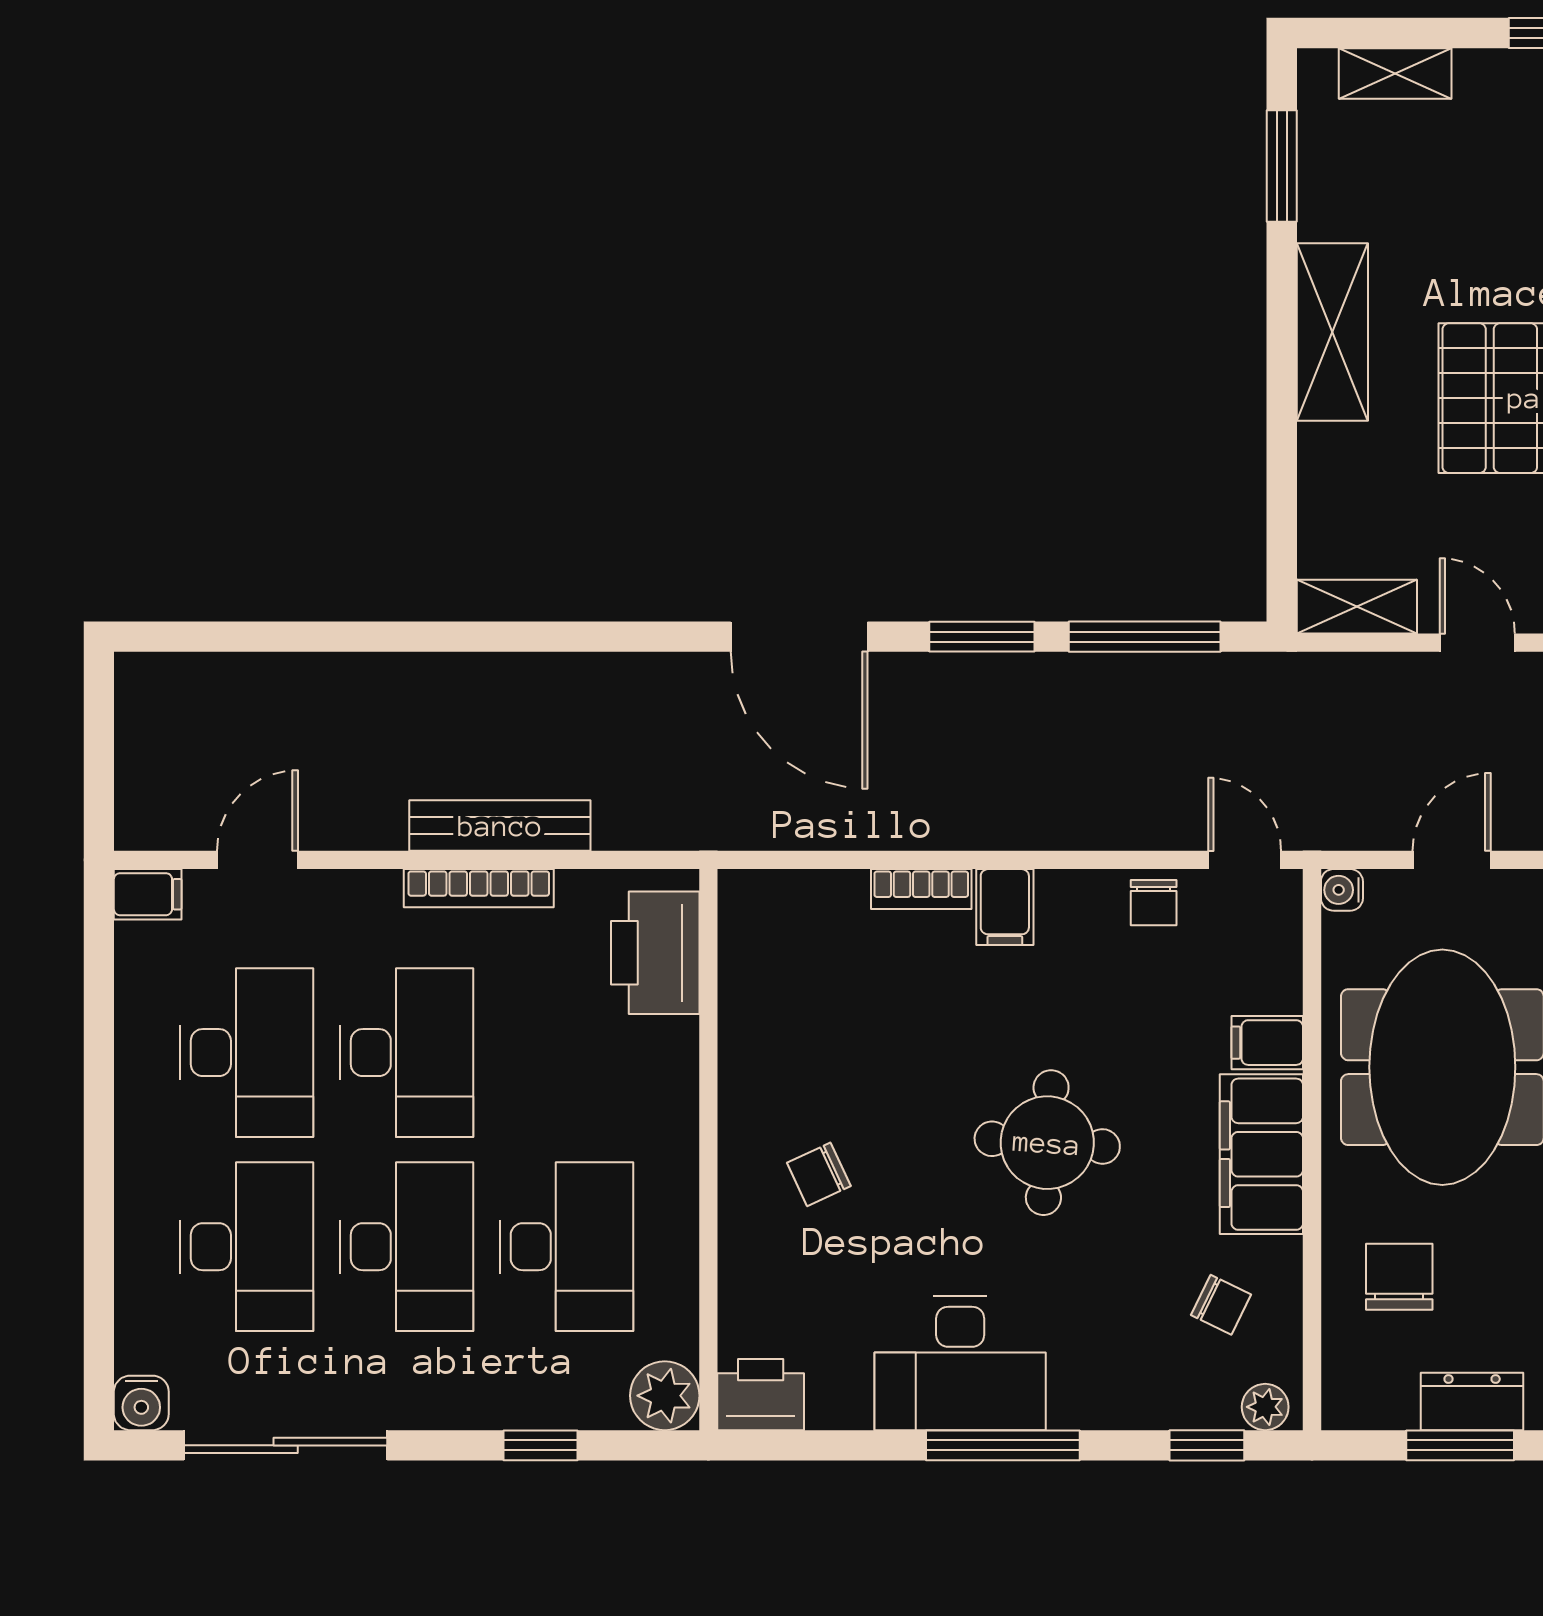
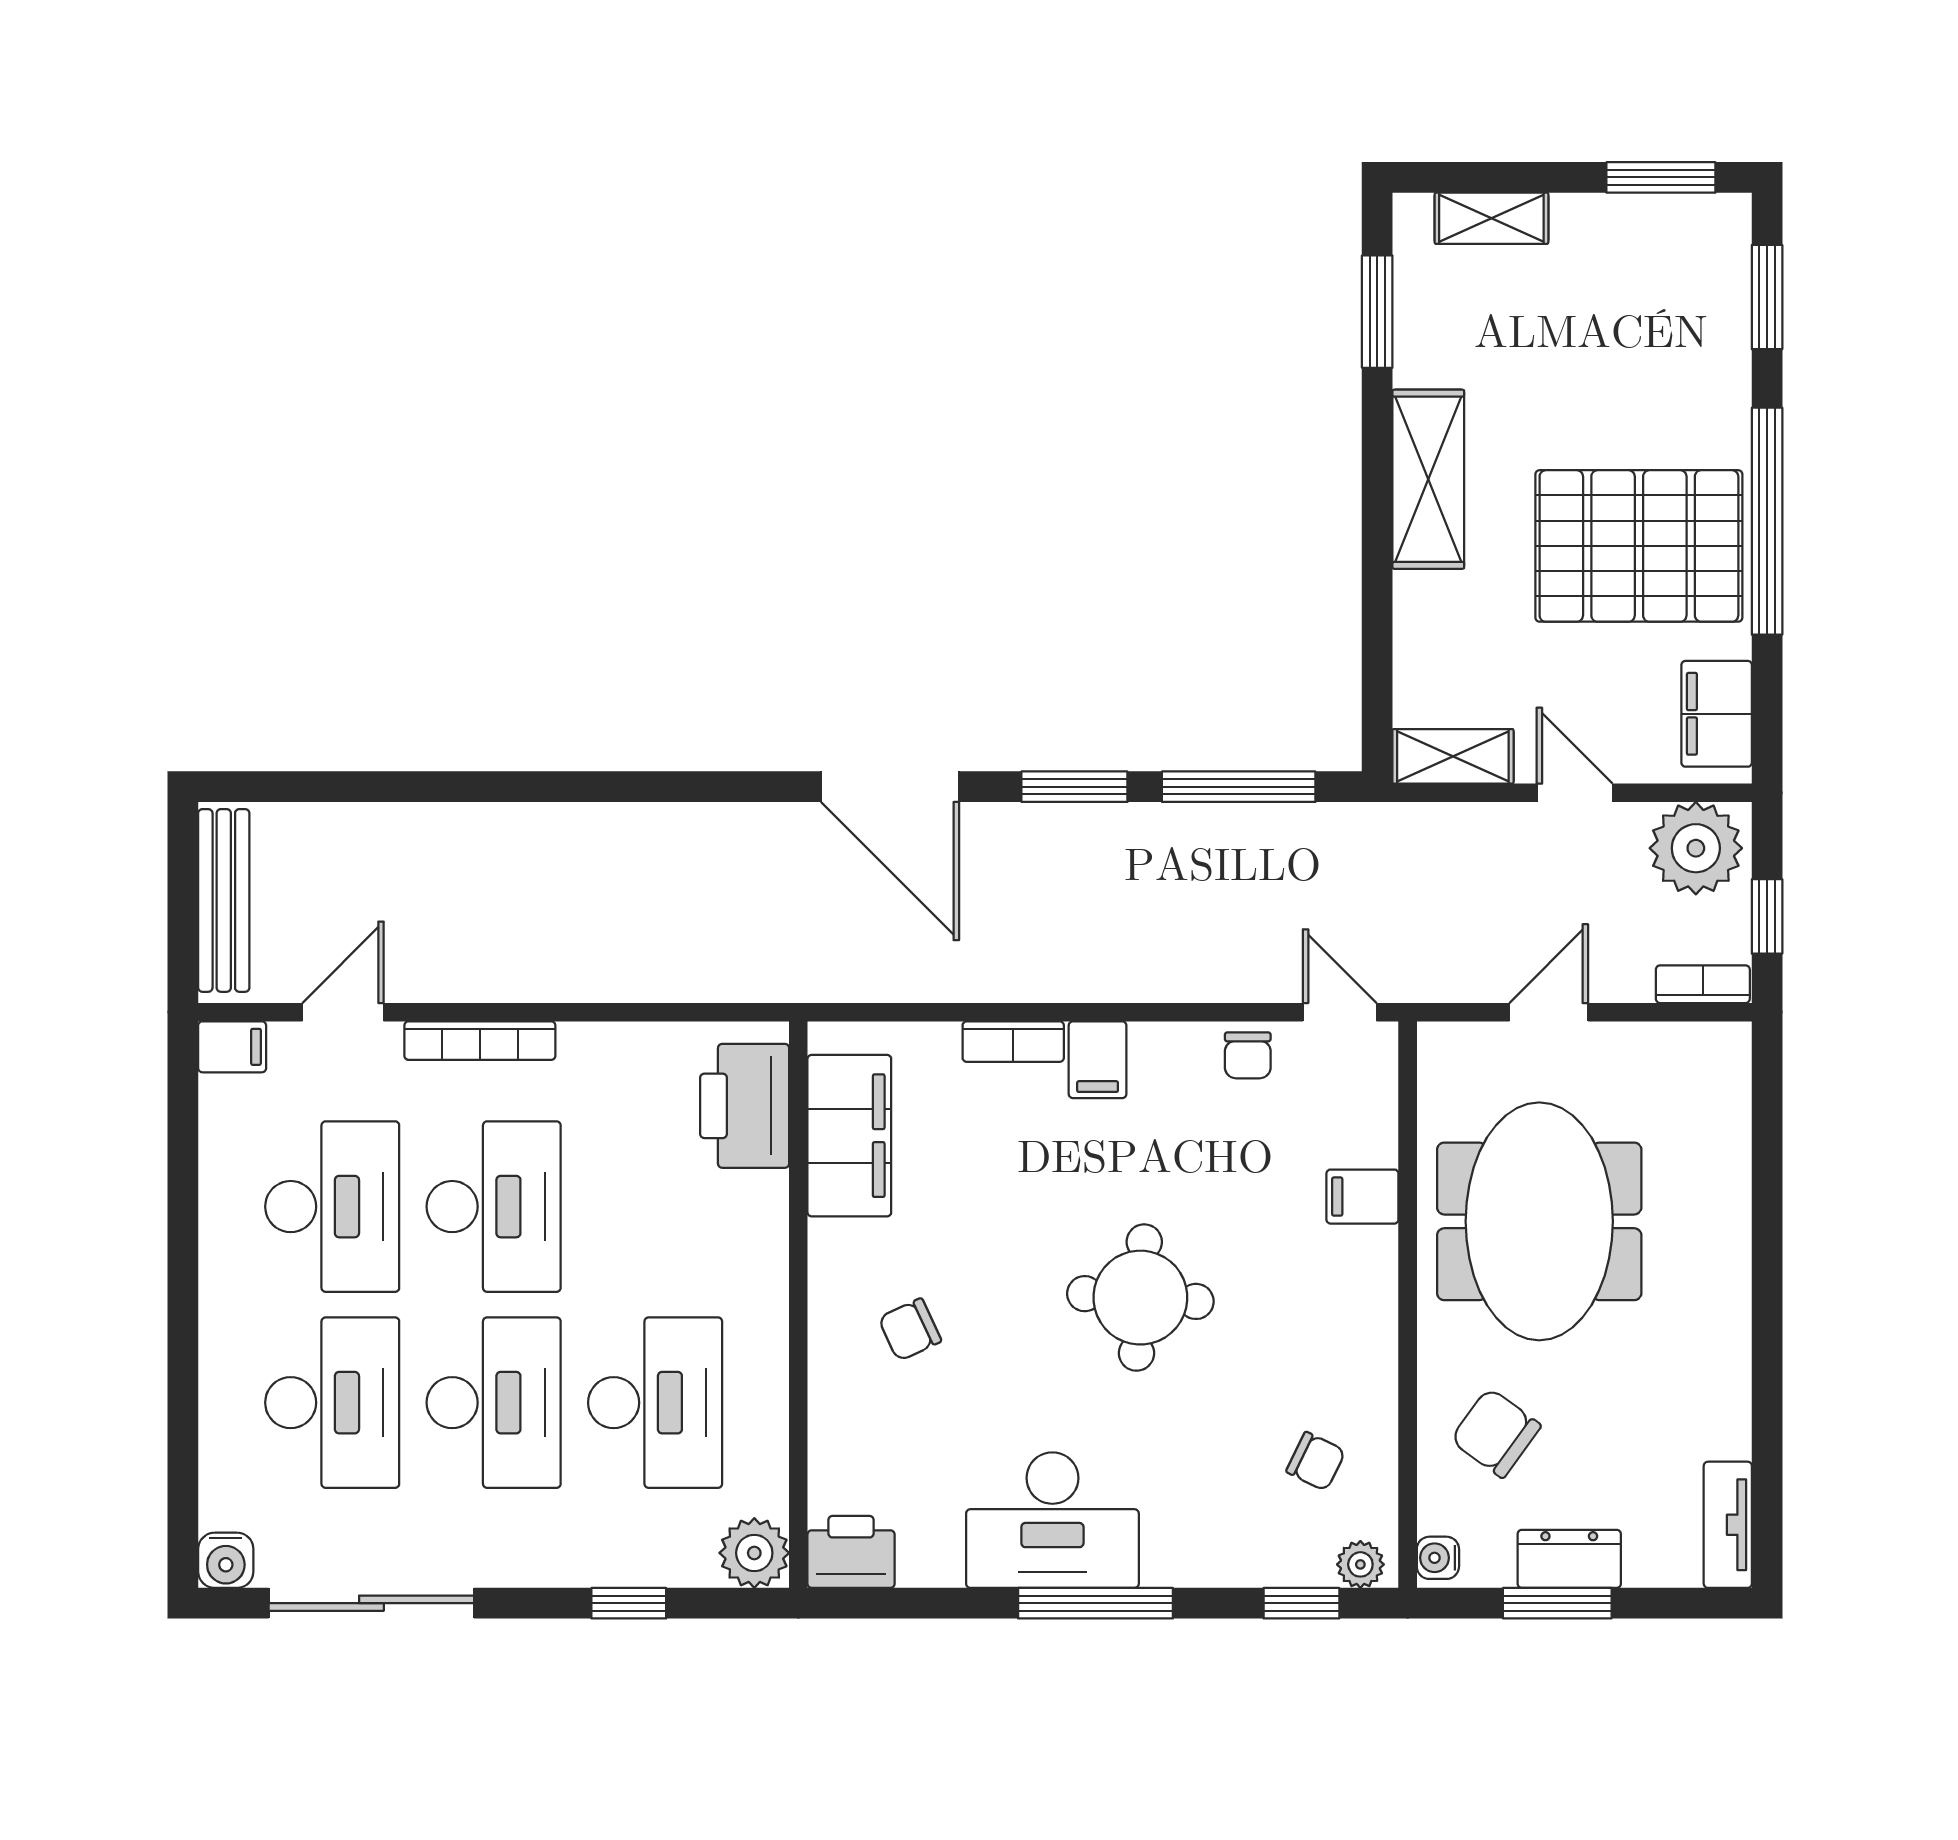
bench: (500, 826) -> (224, 900), moved, turned 90
bookcase: (479, 888) -> (480, 1041), moved
water cooler: (1342, 890) -> (1438, 1558), moved
filing cabinet: (1261, 1154) -> (849, 1136), moved, turned 180
chair: (1399, 1277) -> (1496, 1433), turned -54

